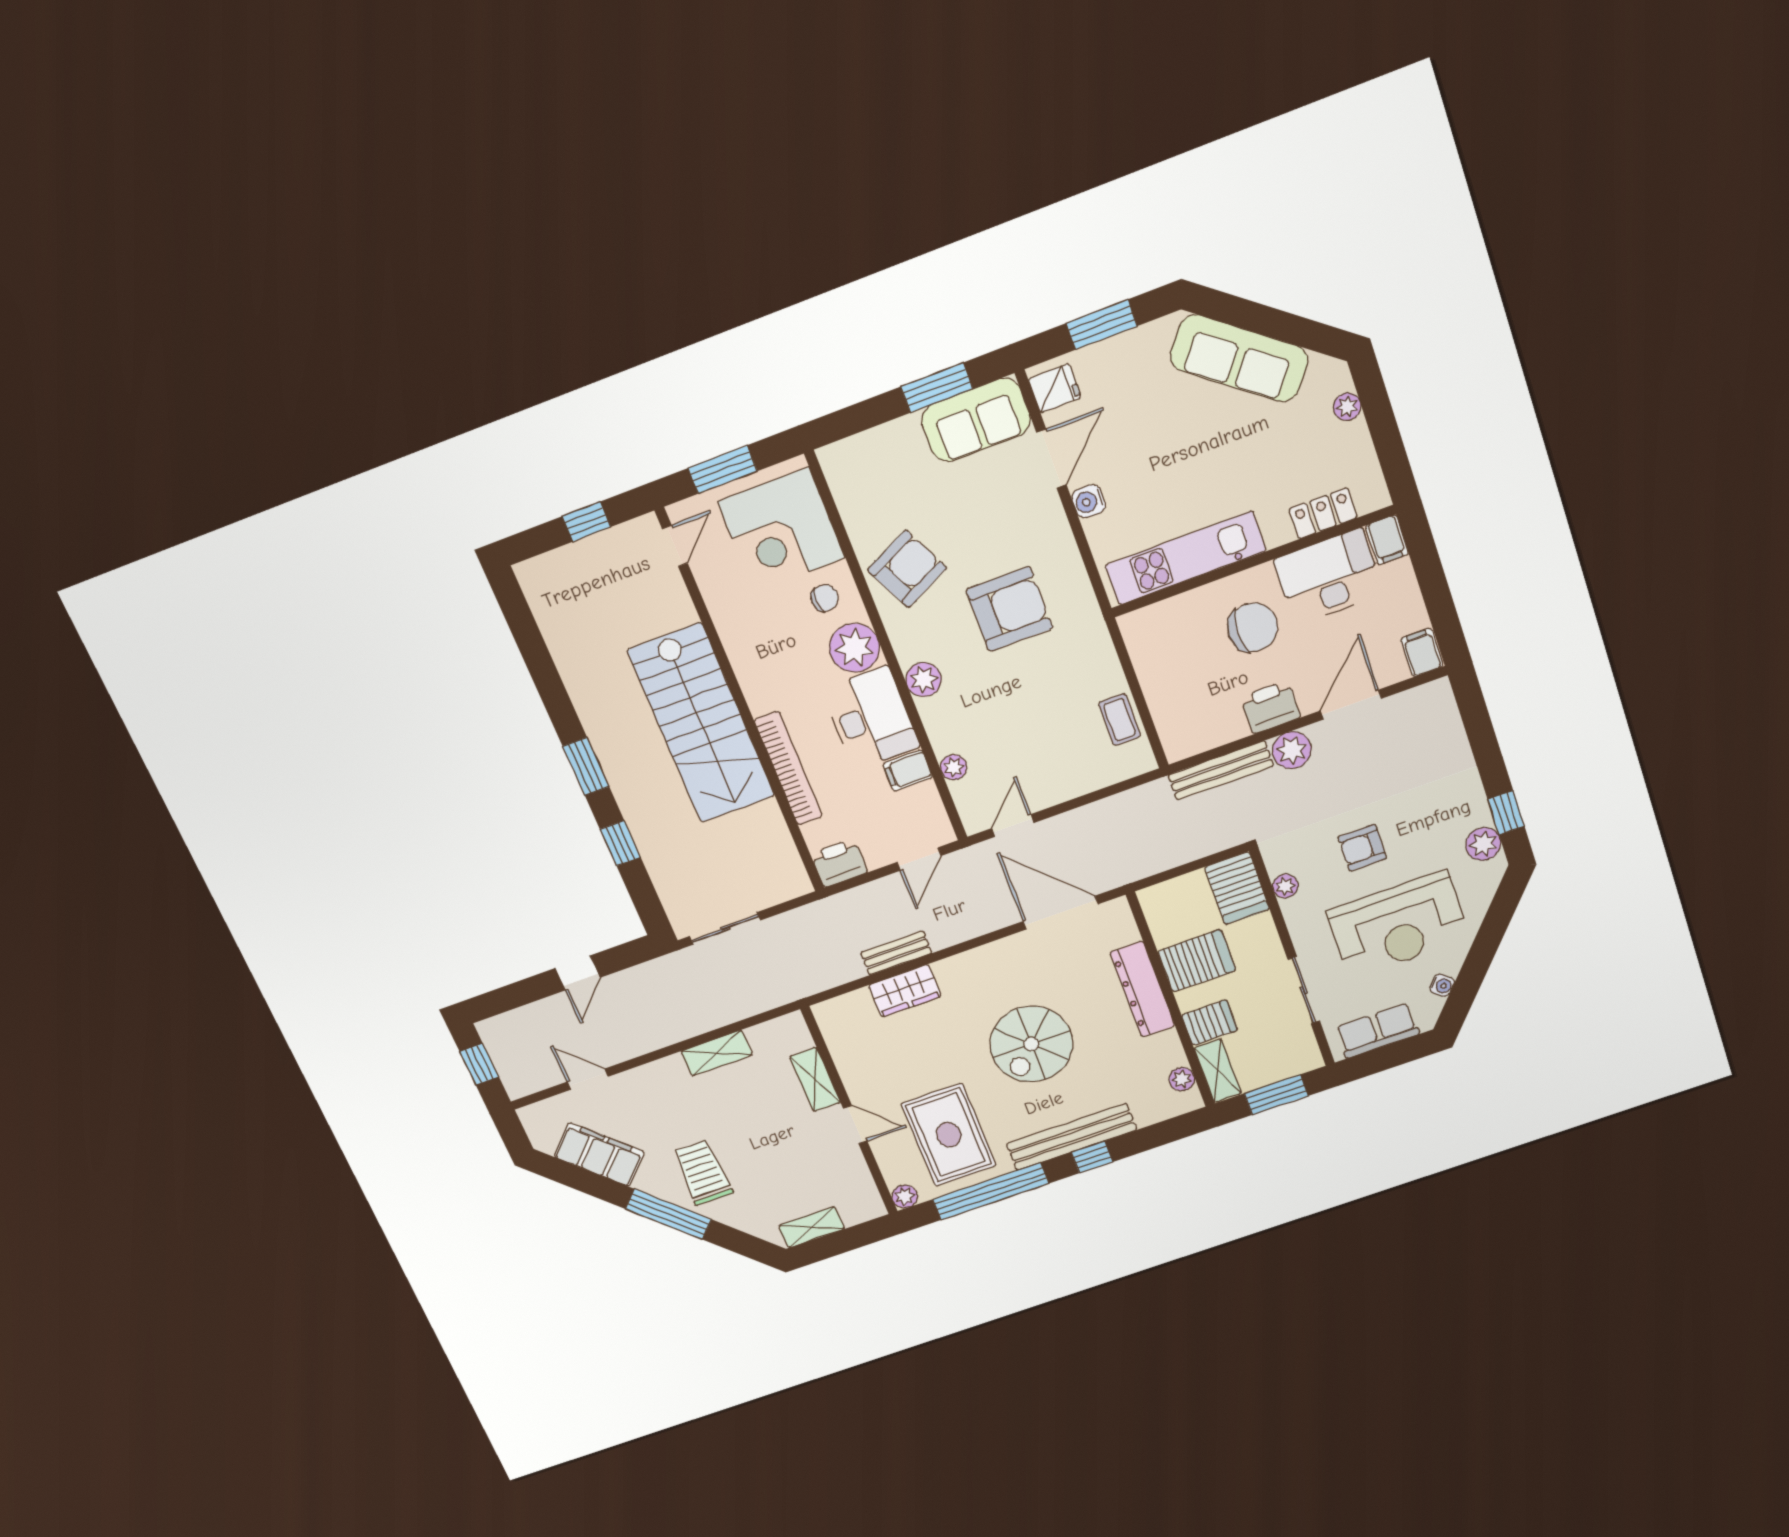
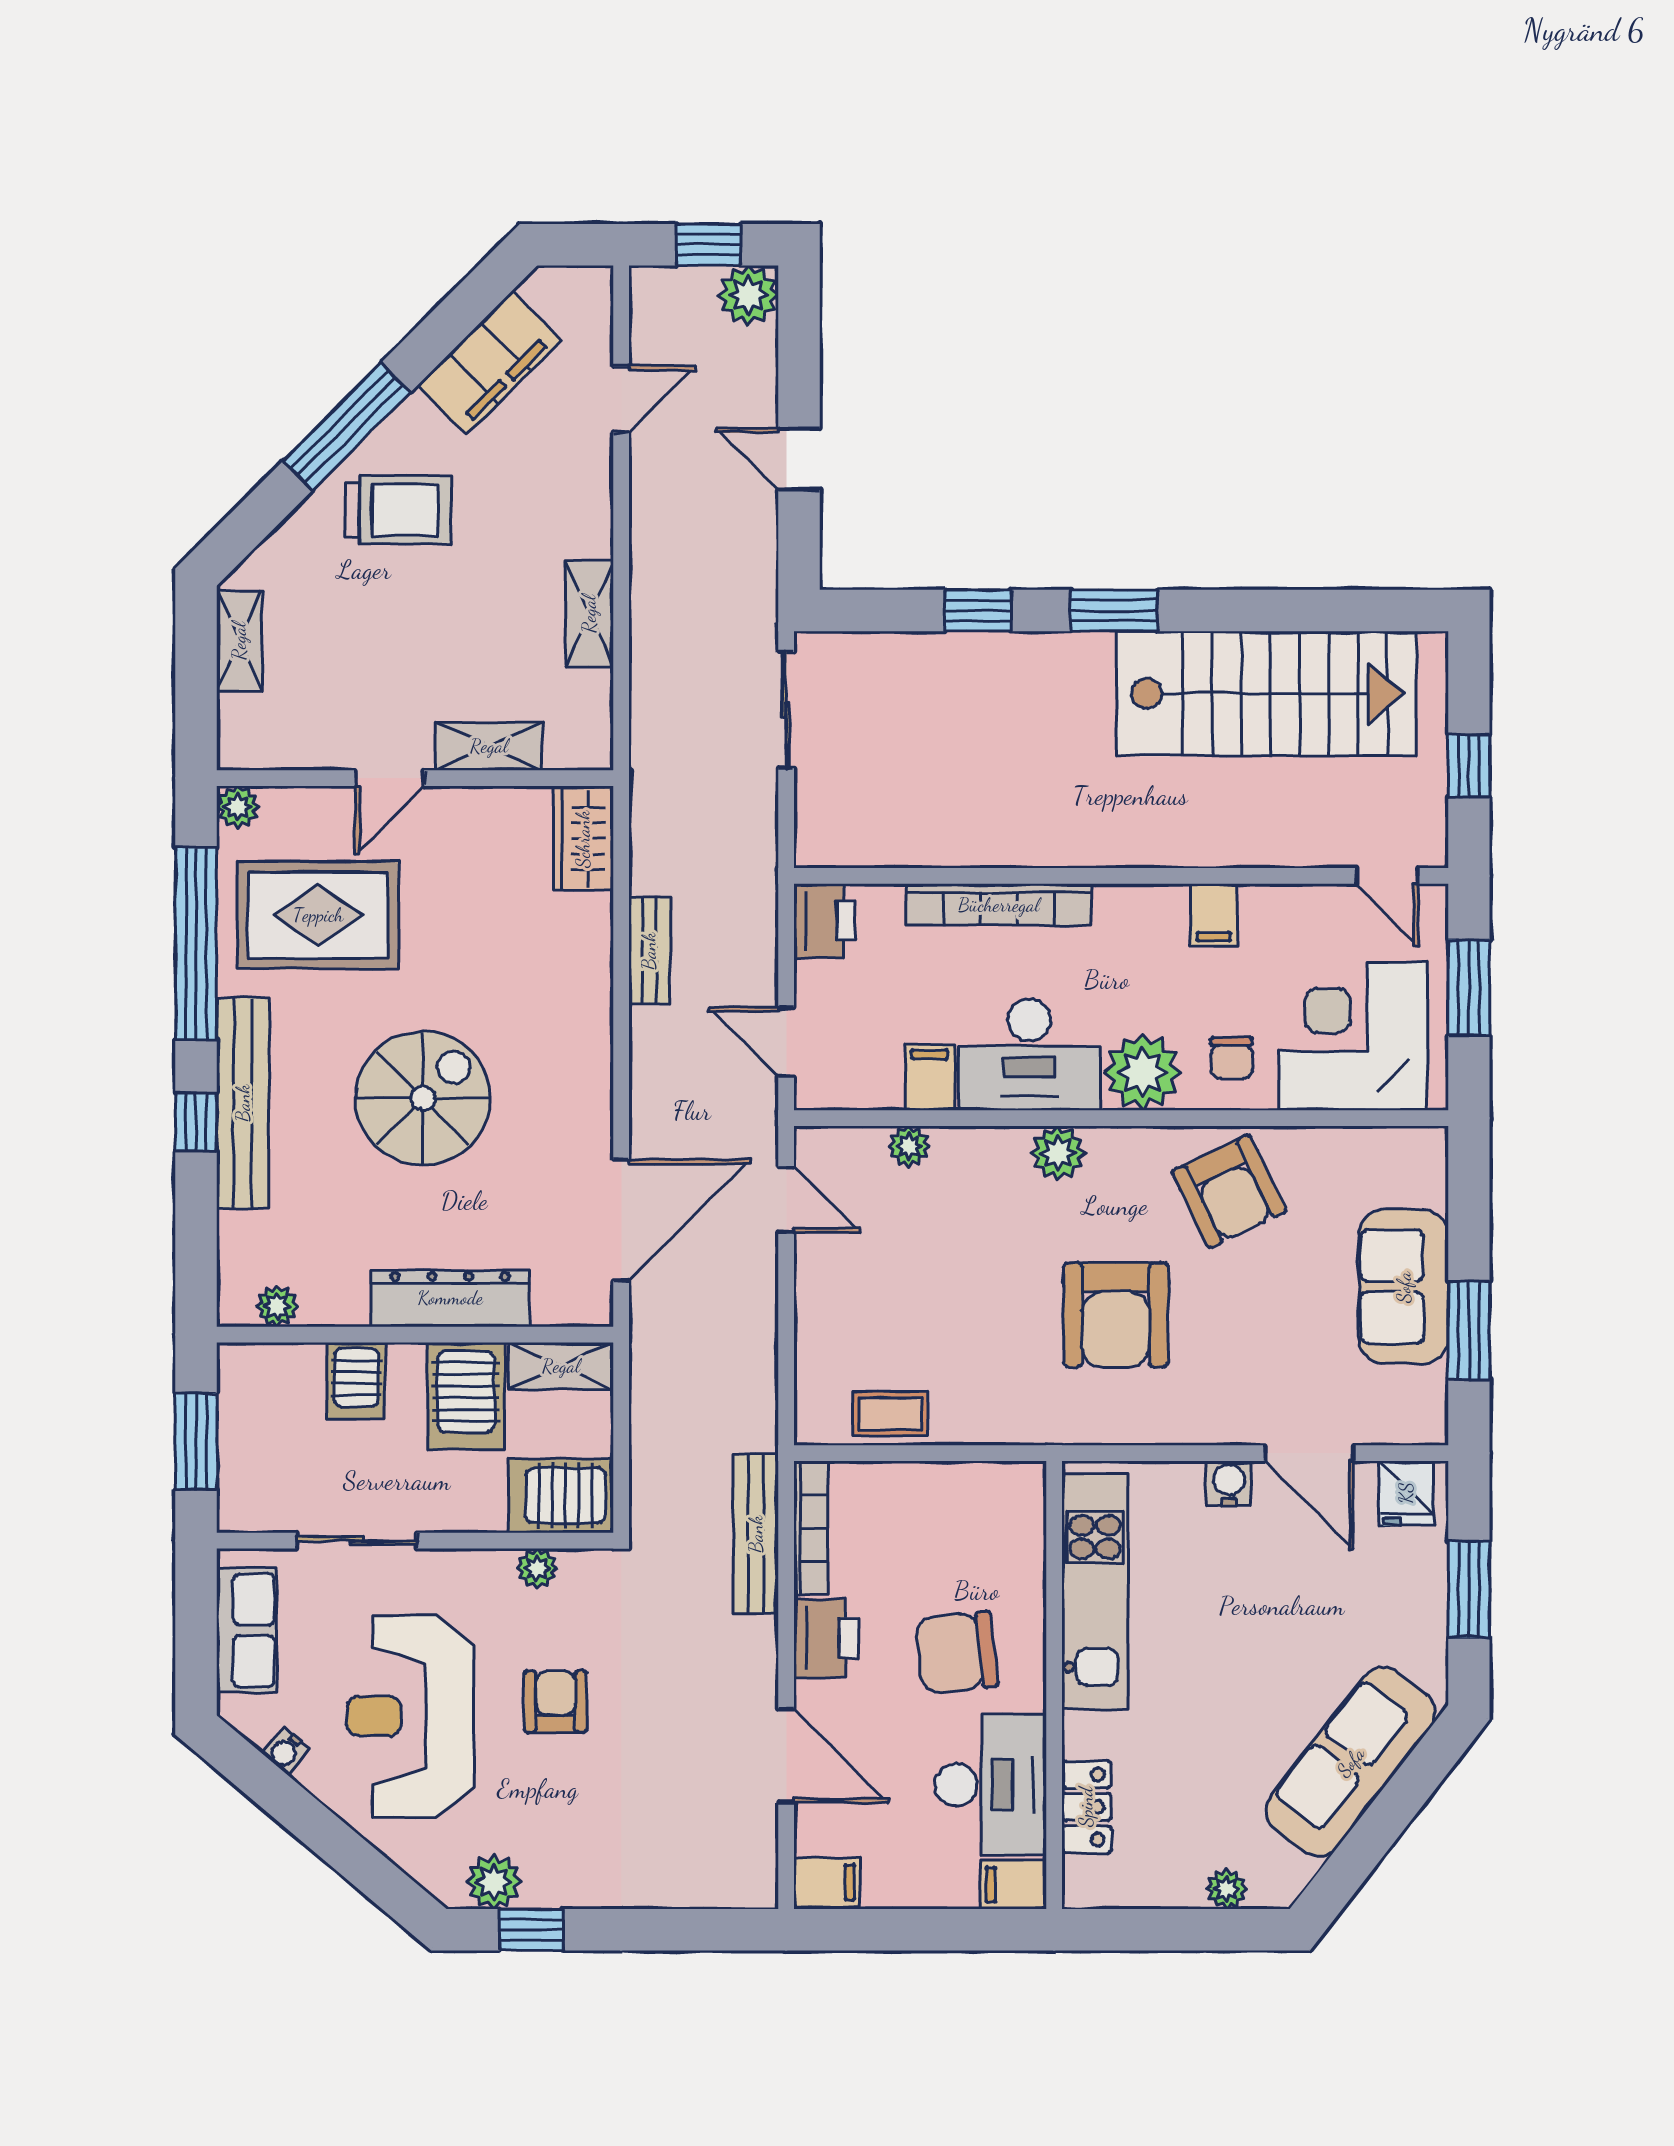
sofa: (976, 420) -> (1404, 1287), moved
chair: (1253, 627) -> (957, 1652), turned 84
filing cabinet: (742, 641) -> (1214, 915), added
stairs: (701, 724) -> (1267, 694), moved, turned 180
bookcase: (1206, 740) -> (811, 1528), added
plant: (1292, 750) -> (748, 295), moved
wardrobe: (905, 991) -> (583, 839), moved
spiral stairs: (1031, 1044) -> (423, 1098), turned 90
shelving: (1218, 1071) -> (561, 1366), moved

